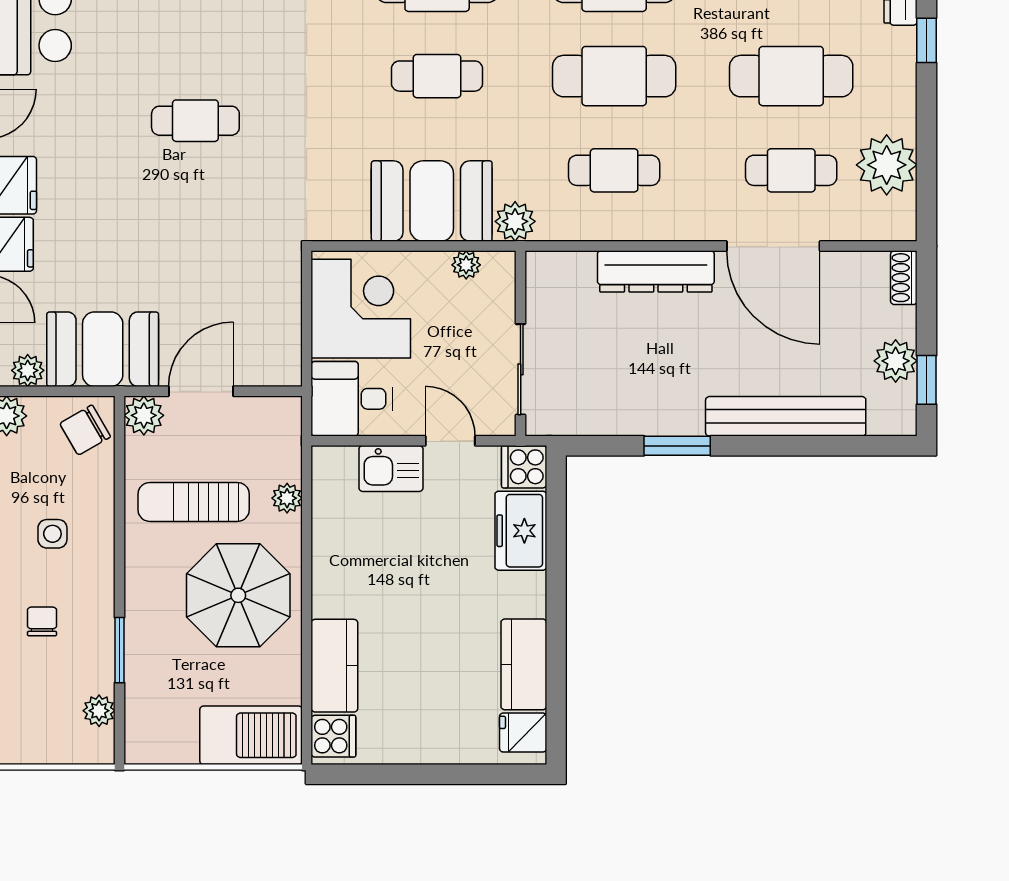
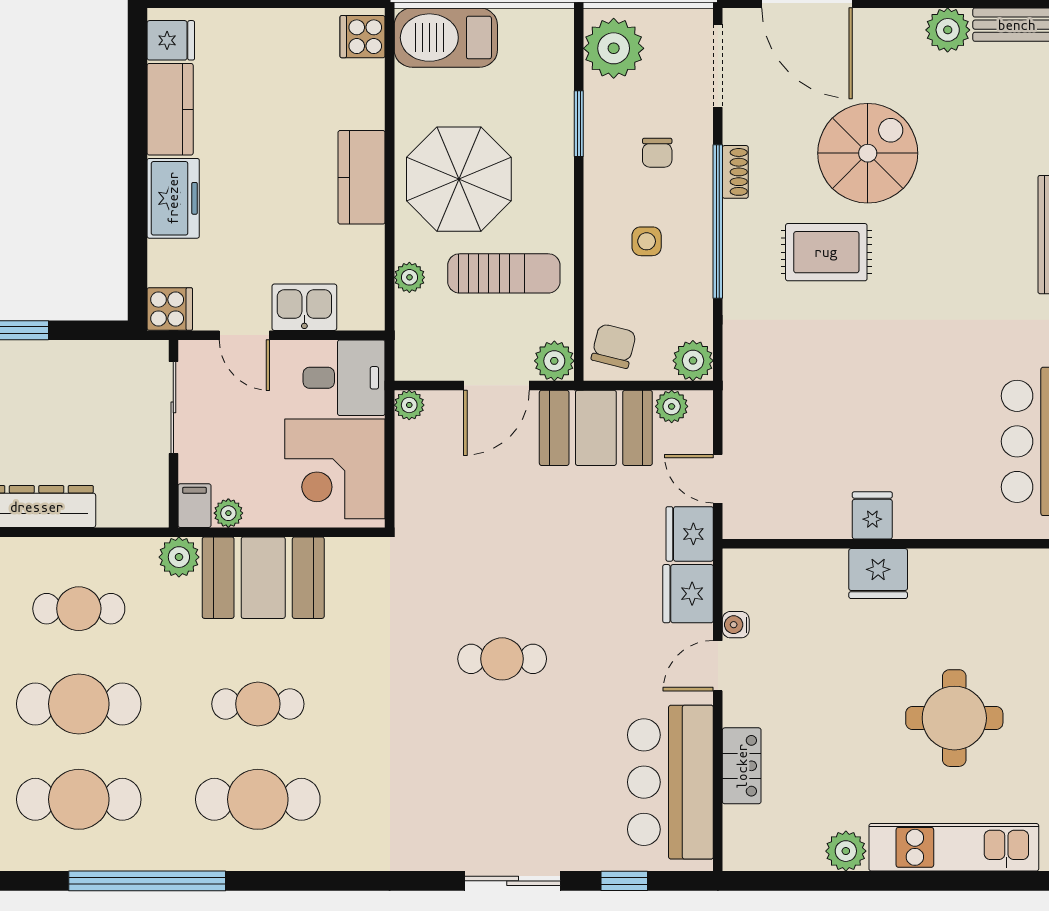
filing cabinet: (500, 272) -> (194, 506), added
plant: (287, 372) -> (409, 405), added
chair: (85, 430) -> (614, 346), turned -46
freezer: (521, 531) -> (173, 198), moved
kitchen counter: (334, 666) -> (362, 177), moved
plant: (99, 711) -> (614, 48), width x1.87, depth x1.87

